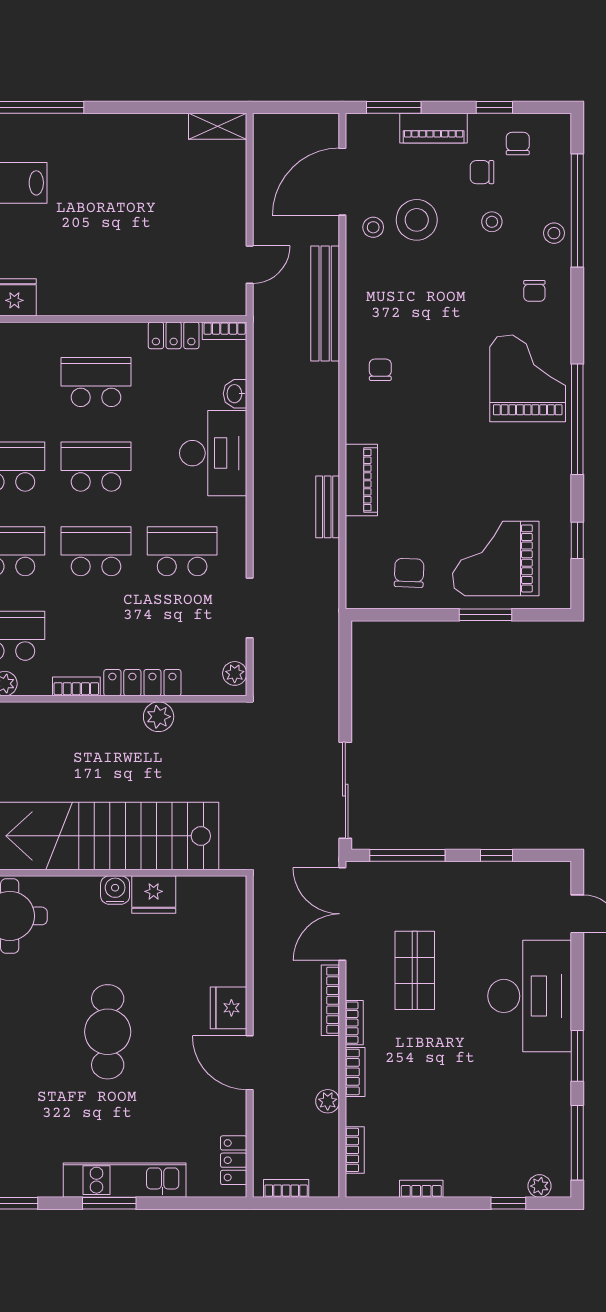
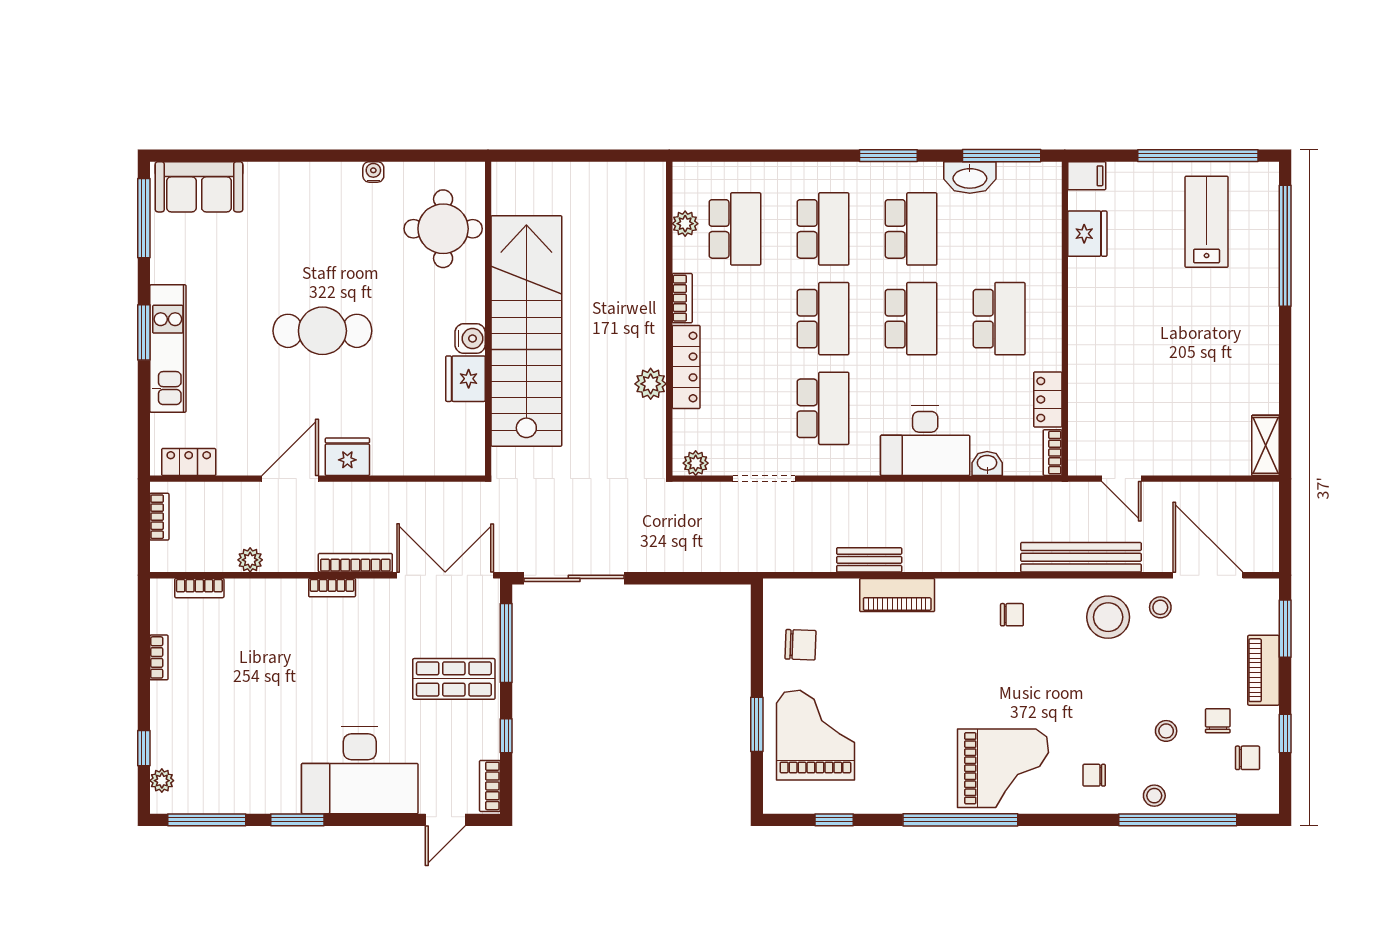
stool: (417, 220) -> (1108, 617), moved
shop shelf: (415, 970) -> (454, 679), moved
bookcase: (355, 1072) -> (490, 786), moved, turned 90

